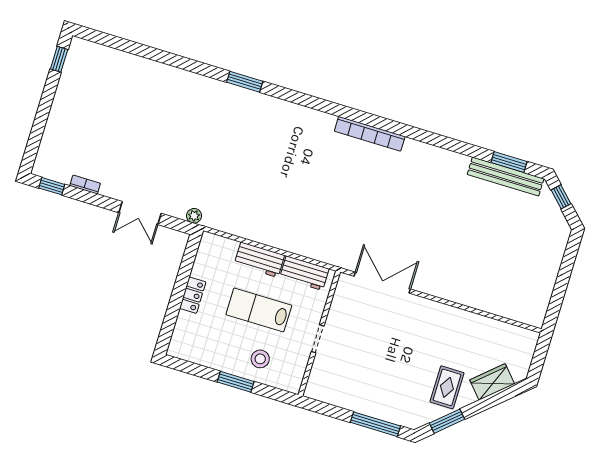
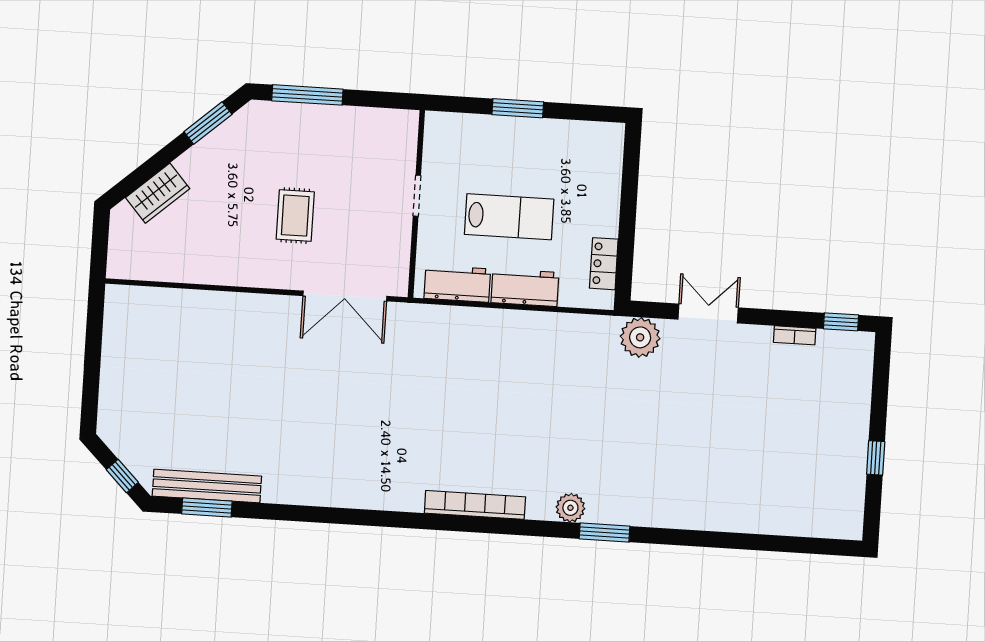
window: (59, 59) -> (876, 458), moved
plant: (264, 104) -> (570, 508), added
bookcase: (370, 134) -> (475, 505), moved
plant: (194, 216) -> (640, 337), width x1.87, depth x1.87
locker: (193, 295) -> (604, 264), moved
stool: (260, 359) -> (491, 148), removed
rug: (447, 387) -> (295, 216), moved

